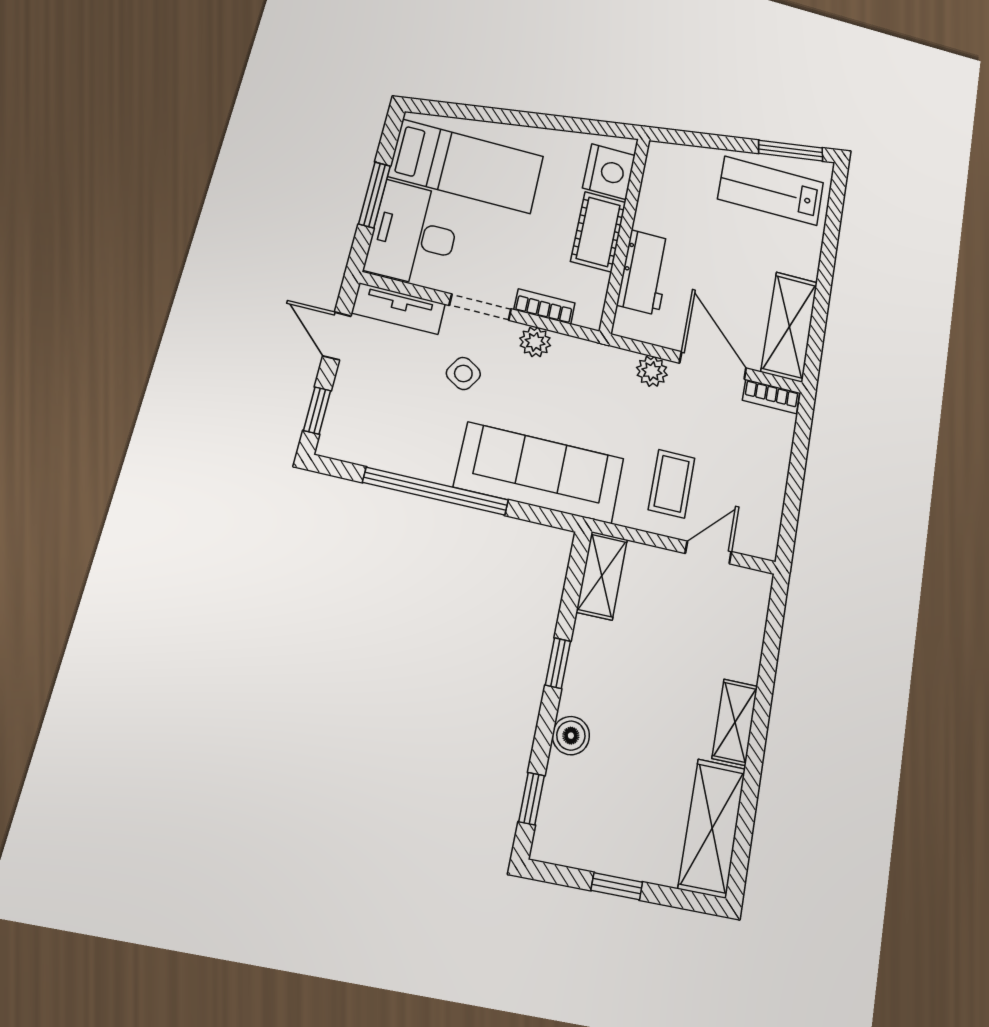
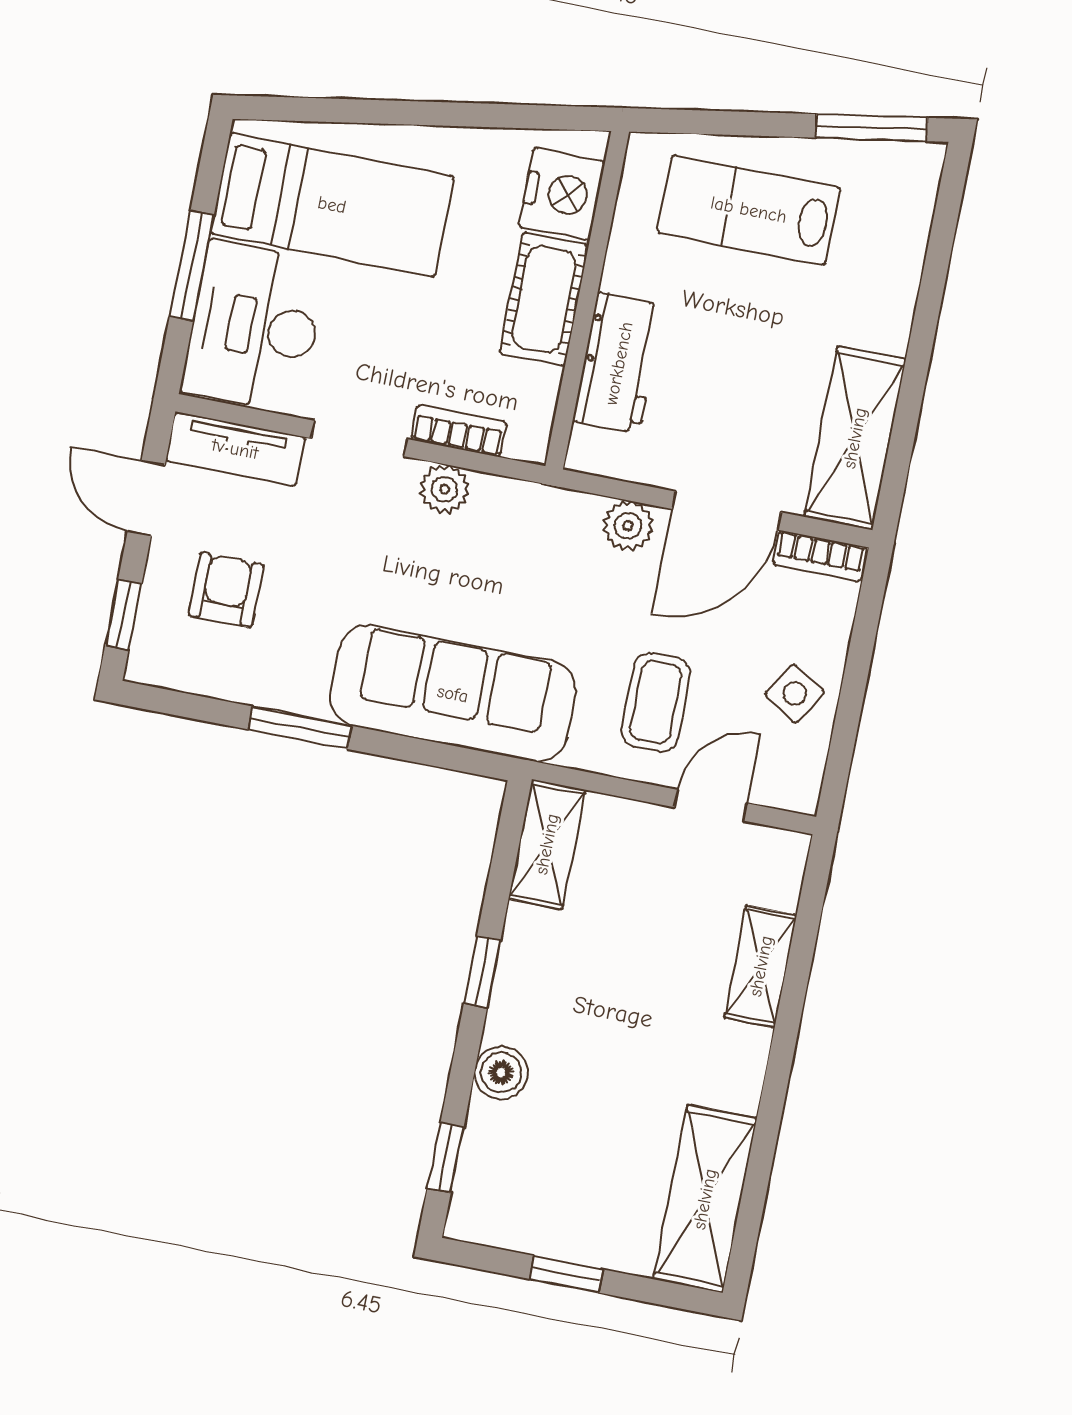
lab bench: (771, 191) -> (749, 210), moved
door: (713, 366) -> (726, 511), swing flipped
side table: (463, 373) -> (795, 693), moved
armchair: (389, 398) -> (226, 590), added
window: (436, 491) -> (300, 728), width x0.47
shelving: (735, 722) -> (761, 966), moved

